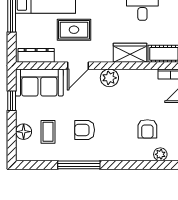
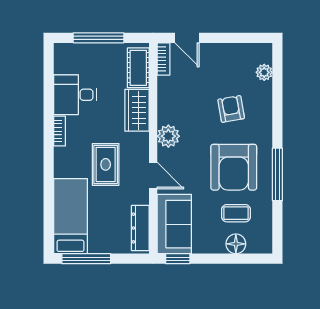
rug: (74, 30) -> (106, 164), moved
window: (12, 101) -> (178, 259), moved
armchair: (147, 129) -> (231, 109), moved, turned -100
armchair: (85, 130) -> (234, 167), width x1.88, depth x1.88

